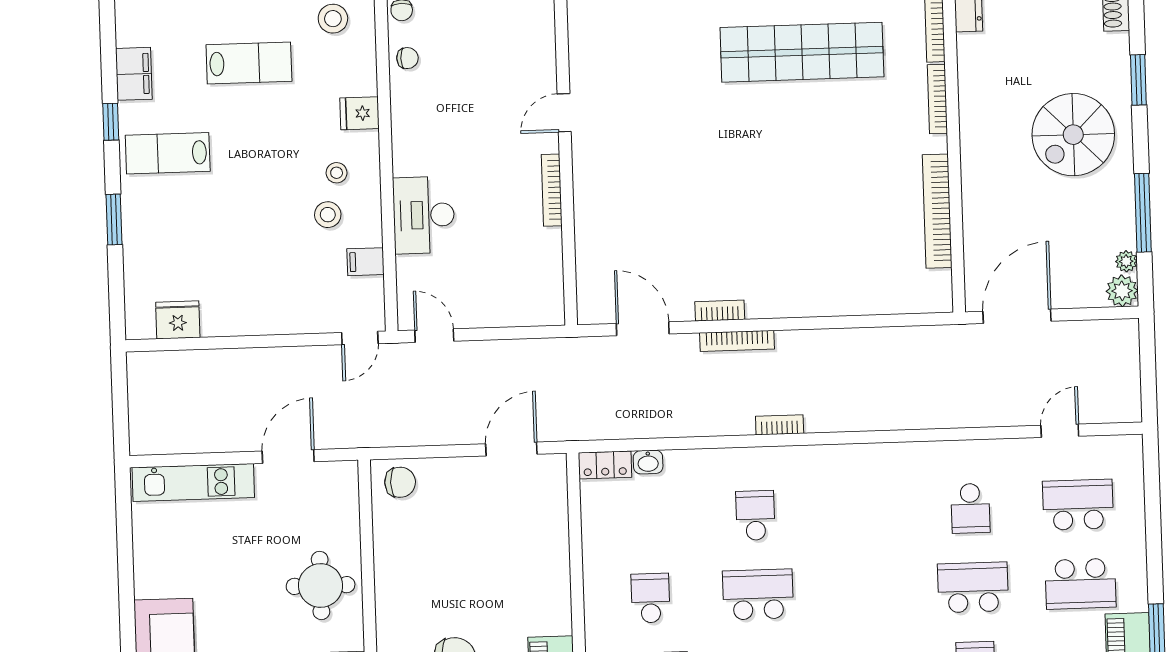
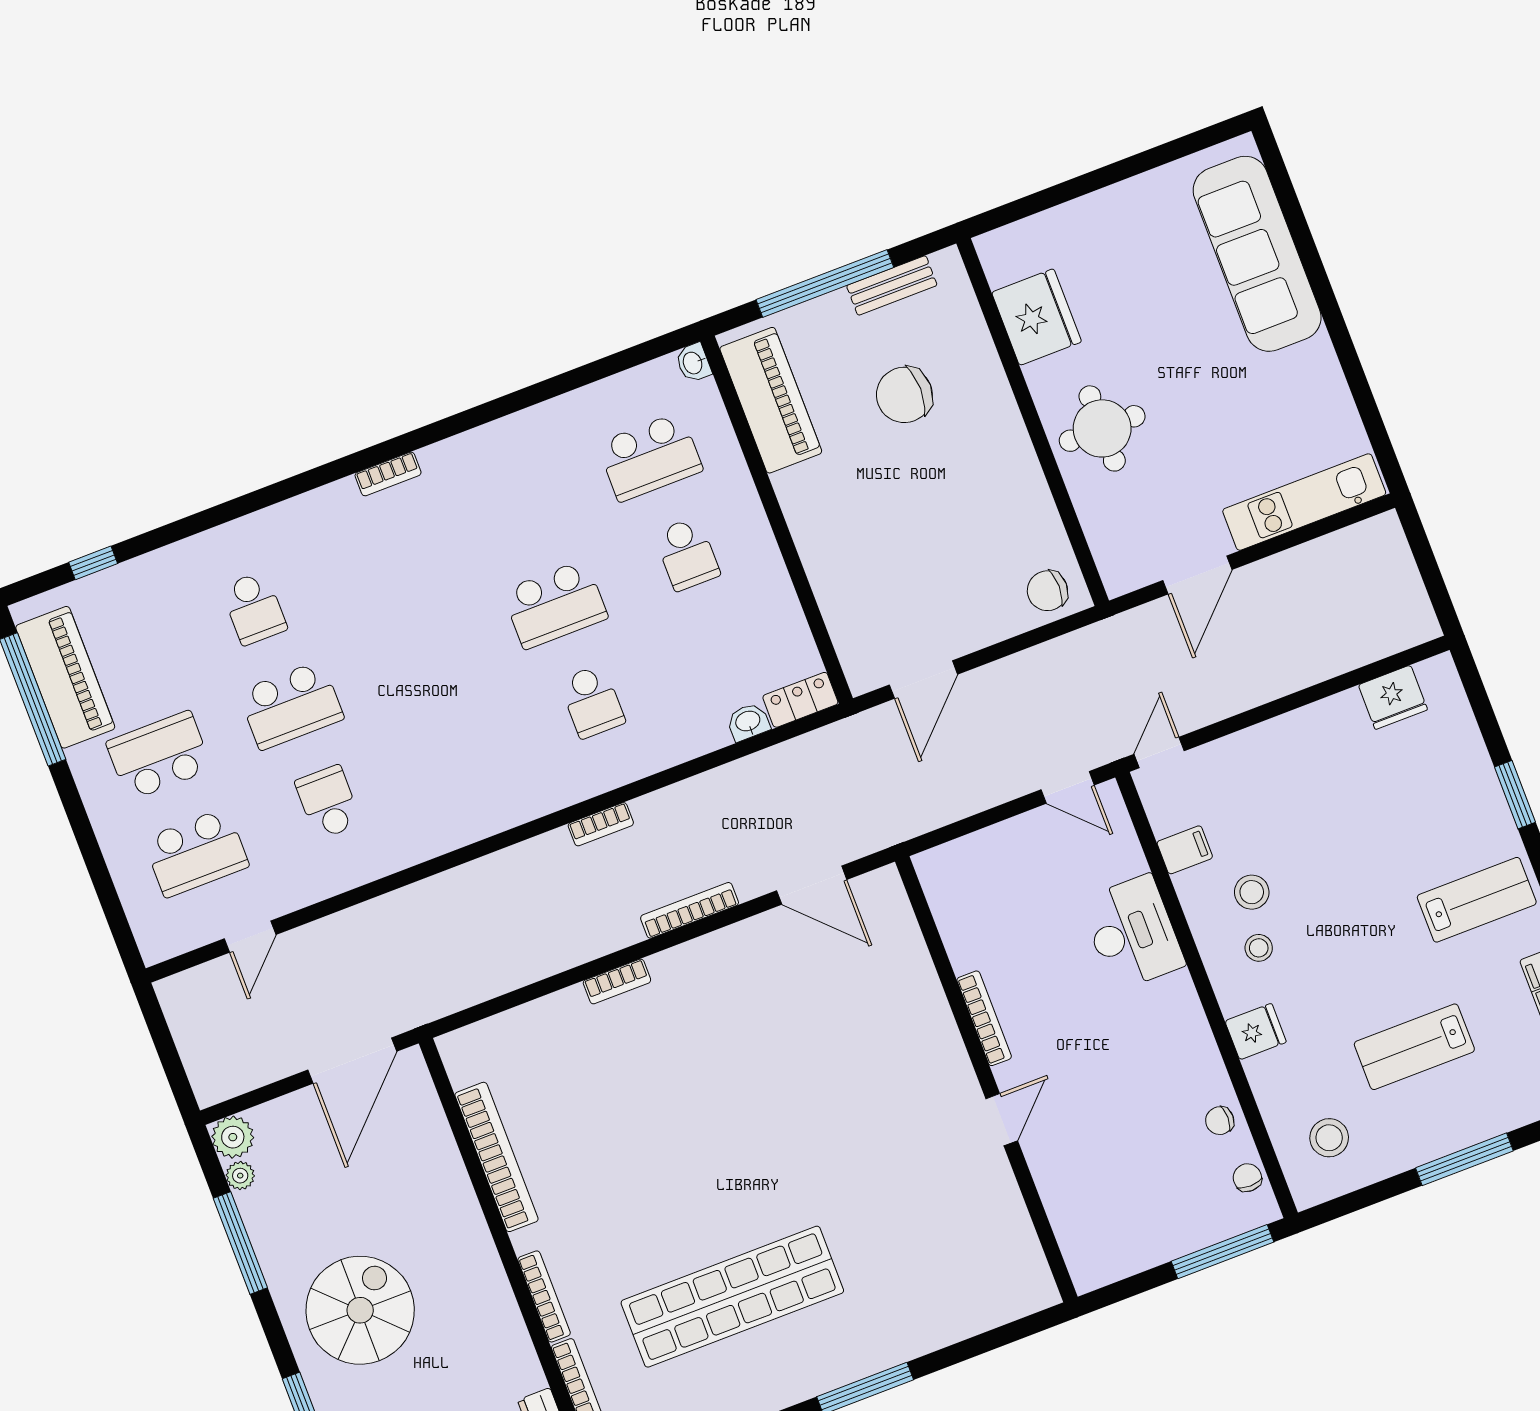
bookcase: (720, 311) -> (617, 981), moved

